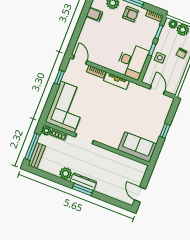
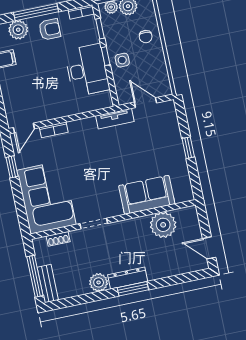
door: (80, 60) -> (24, 128), swing flipped
desk: (132, 61) -> (87, 70), moved
tv unit: (116, 81) -> (115, 119), moved
plant: (46, 131) -> (163, 225), moved, width x1.88, depth x1.88
sofa: (137, 147) -> (147, 195), moved

